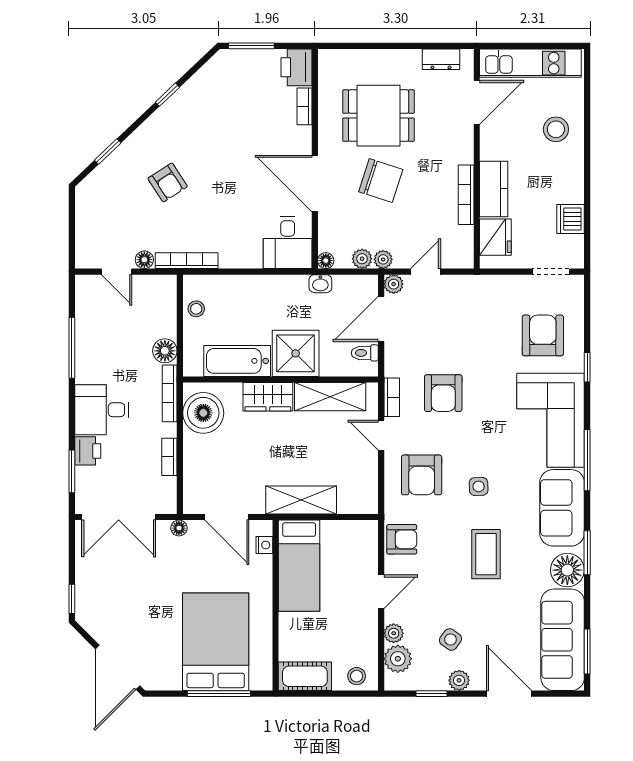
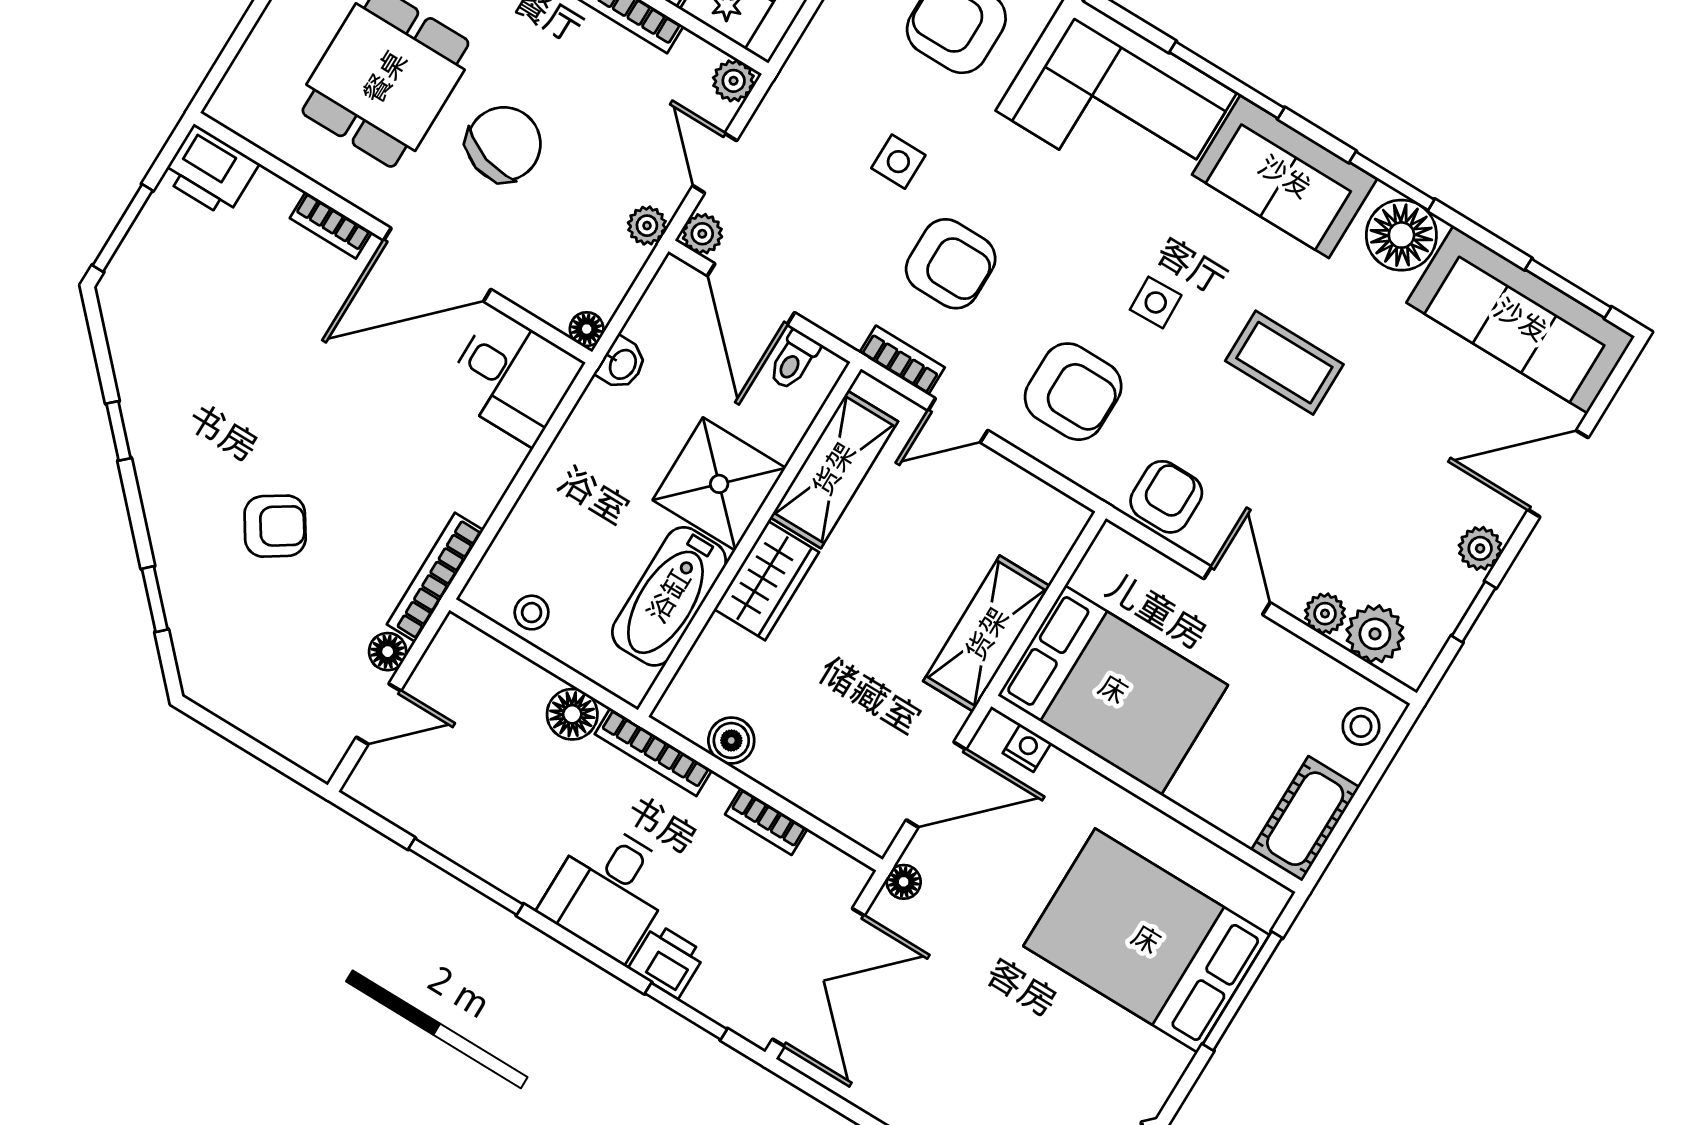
bookcase: (304, 106) -> (331, 225), moved
plant: (362, 259) -> (734, 81), moved
boiler: (203, 413) -> (731, 740), width x0.54, depth x0.54
bed: (299, 566) -> (1113, 690), width x1.50
side table: (451, 639) -> (898, 162), moved, turned -36

